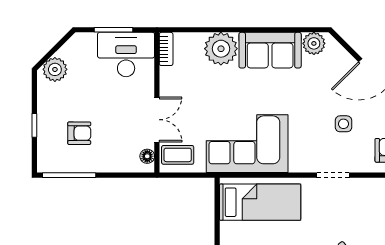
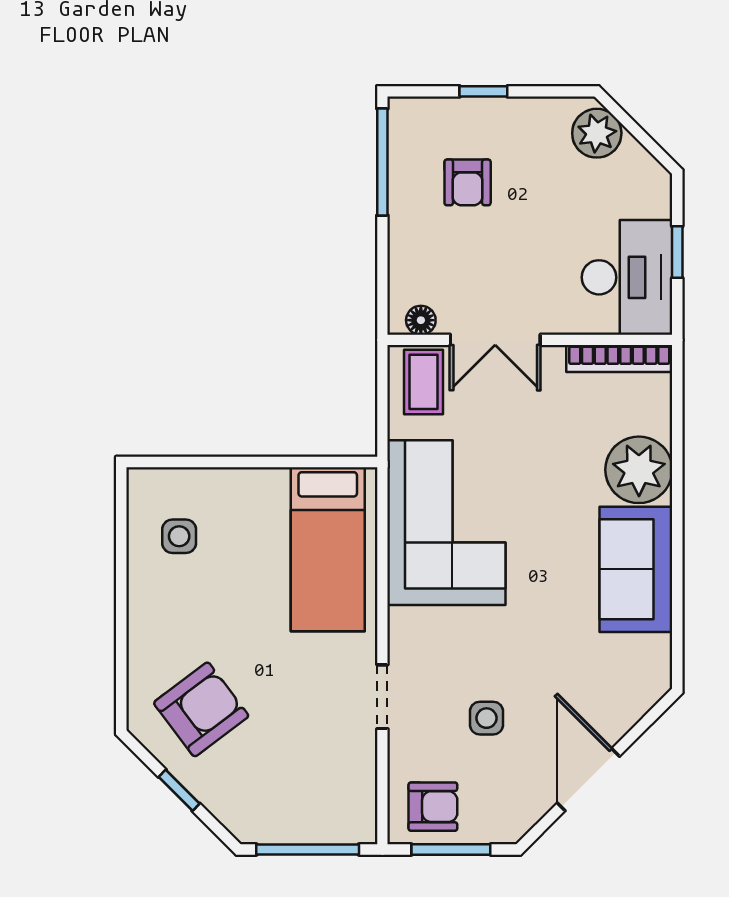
window: (114, 30) -> (677, 252), width x0.67
plant: (314, 43) -> (649, 658), removed
bookcase: (166, 49) -> (619, 359), width x1.56

